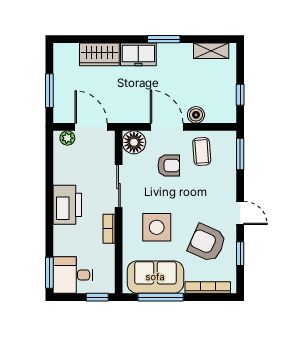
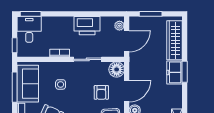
window: (164, 39) -> (185, 72), moved
wardrobe: (99, 54) -> (175, 40), width x1.50
printer: (67, 205) -> (87, 26), moved
side table: (157, 227) -> (61, 84), width x0.54, depth x0.54

